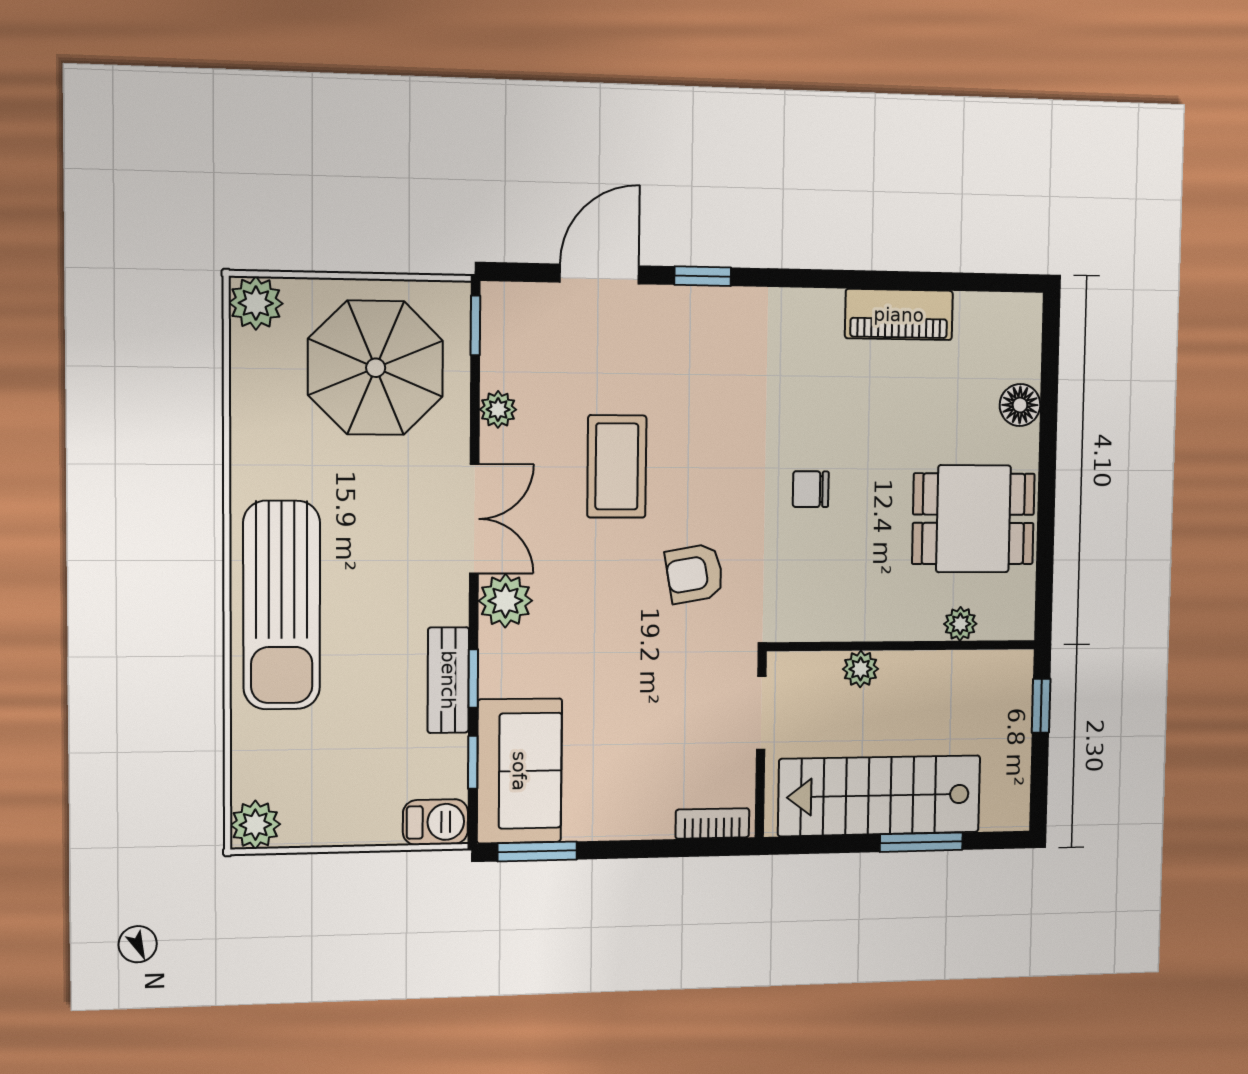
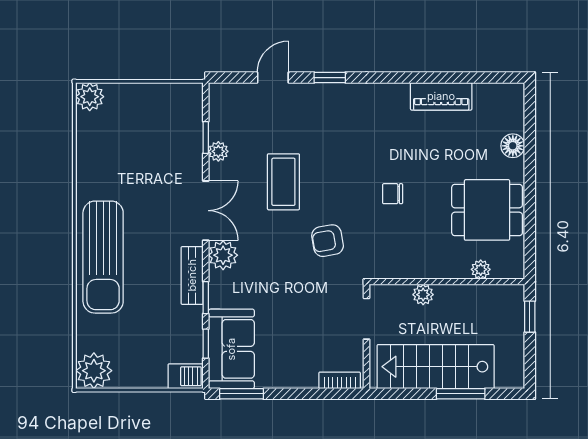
door: (599, 274) -> (273, 78), width x0.73
window: (475, 326) -> (206, 138), moved
parasol: (376, 368) -> (153, 130), removed
bench: (448, 680) -> (192, 275), moved
plant: (255, 825) -> (94, 371), width x1.36, depth x1.36

